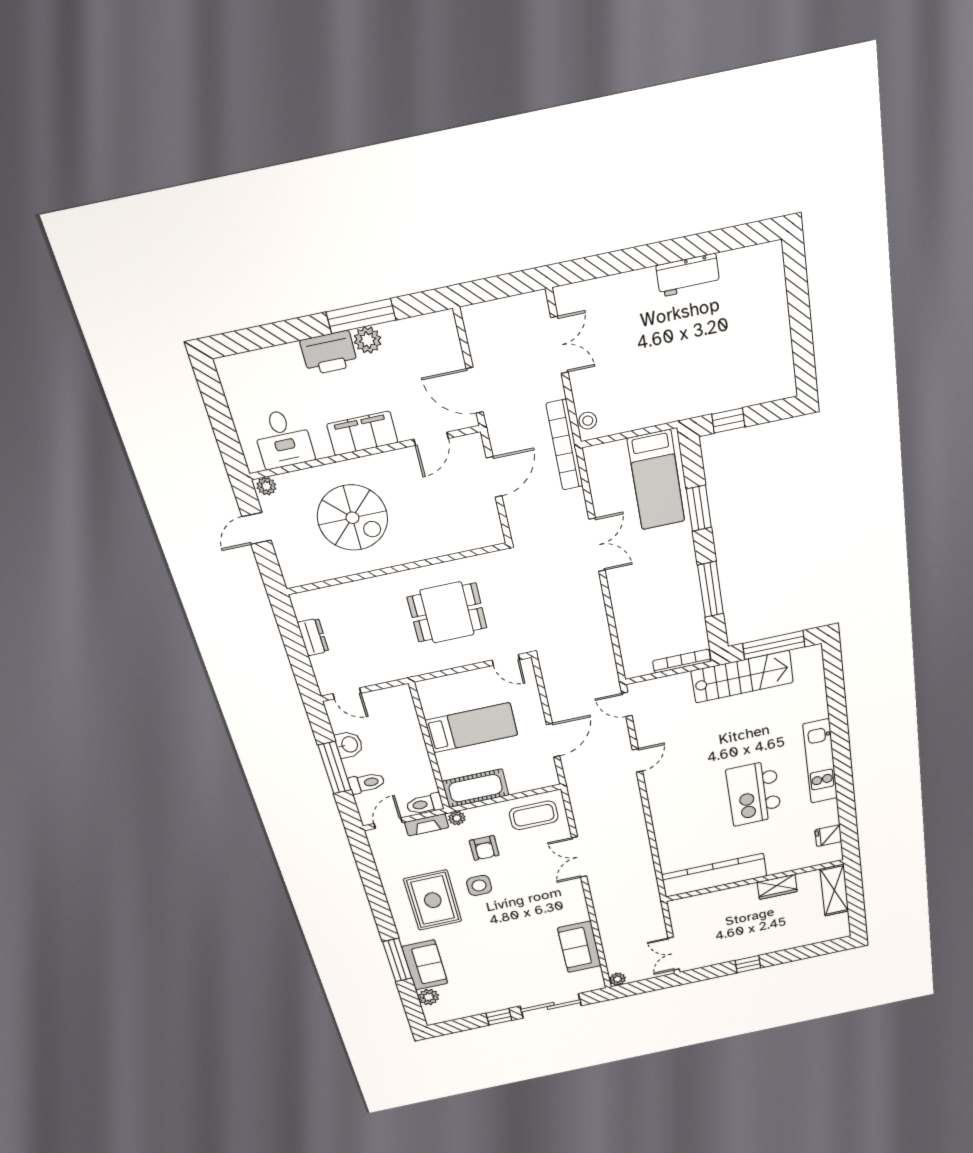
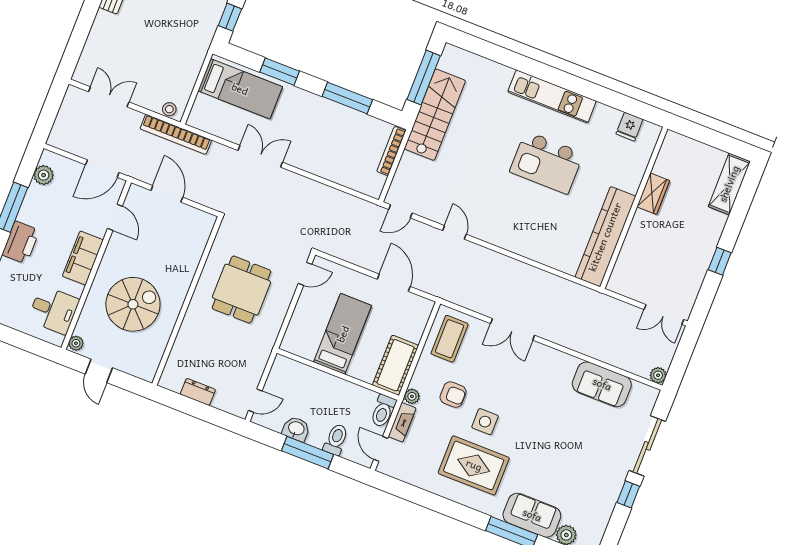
plant: (368, 340) -> (44, 175), moved
shelving: (834, 890) -> (729, 184), moved, turned 90

